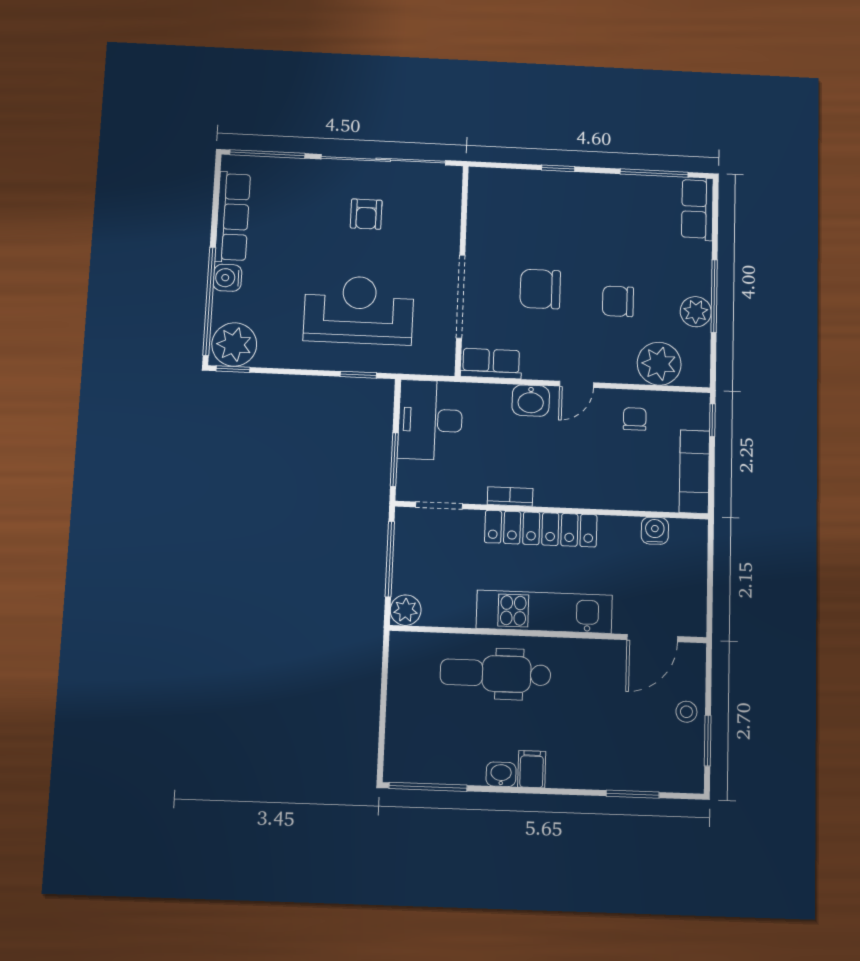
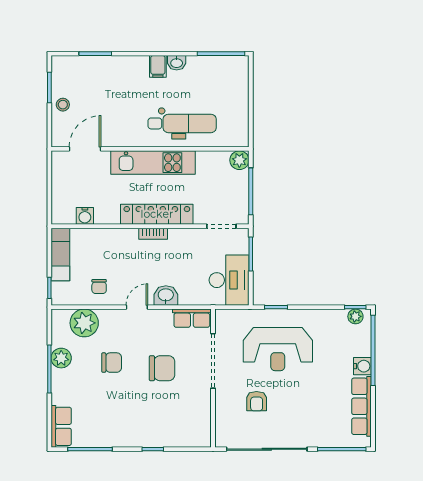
armchair: (366, 214) -> (257, 401), moved, turned 180
plant: (234, 344) -> (355, 316), width x0.53, depth x0.53
bookcase: (510, 496) -> (153, 234), moved

